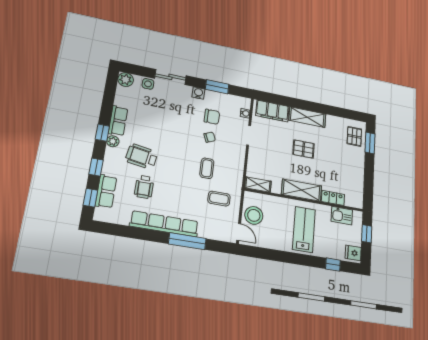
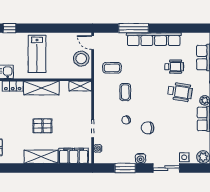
chair: (212, 117) -> (148, 128), moved
wheelchair: (144, 187) -> (174, 67), turned 90

